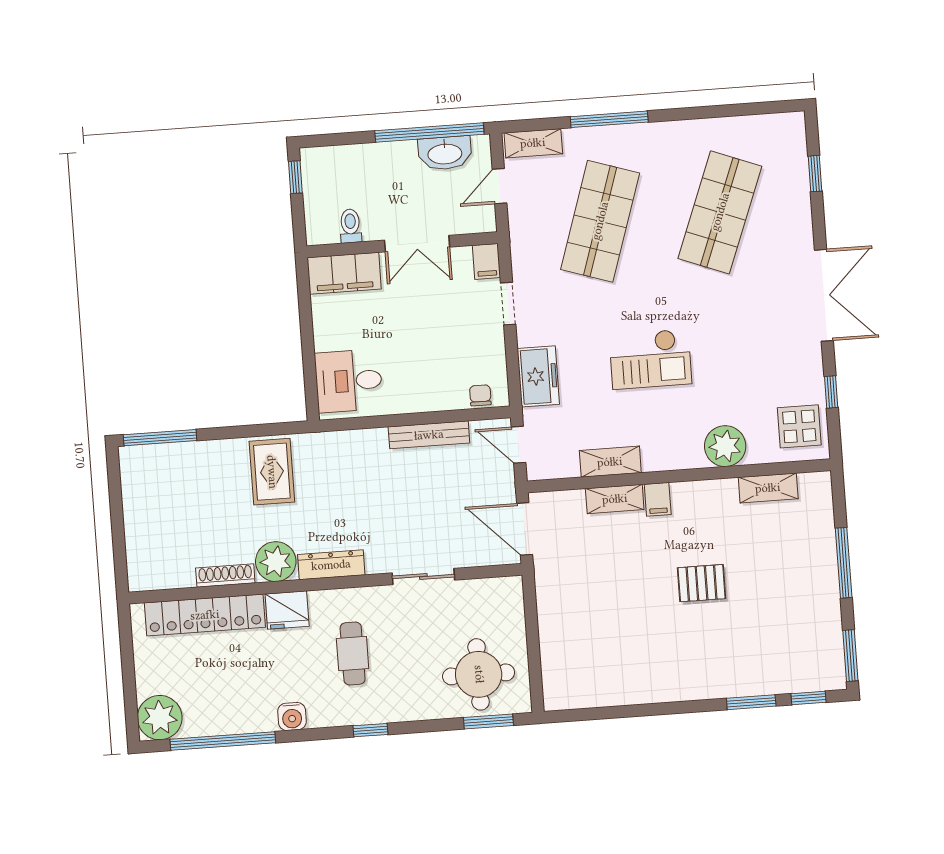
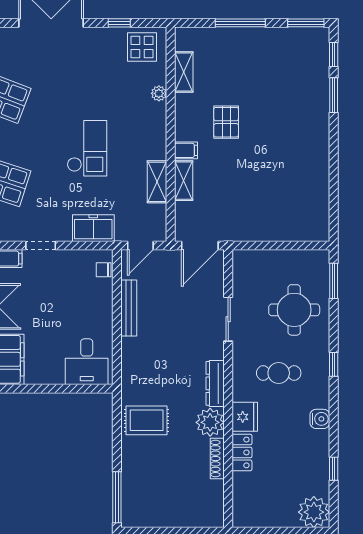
plant: (725, 446) -> (159, 93), width x0.53, depth x0.53
pallet: (702, 583) -> (226, 122), moved
locker: (205, 615) -> (242, 452), width x0.46, depth x0.83
round table: (479, 674) -> (294, 310), moved
window: (223, 741) -> (334, 469), width x0.32

